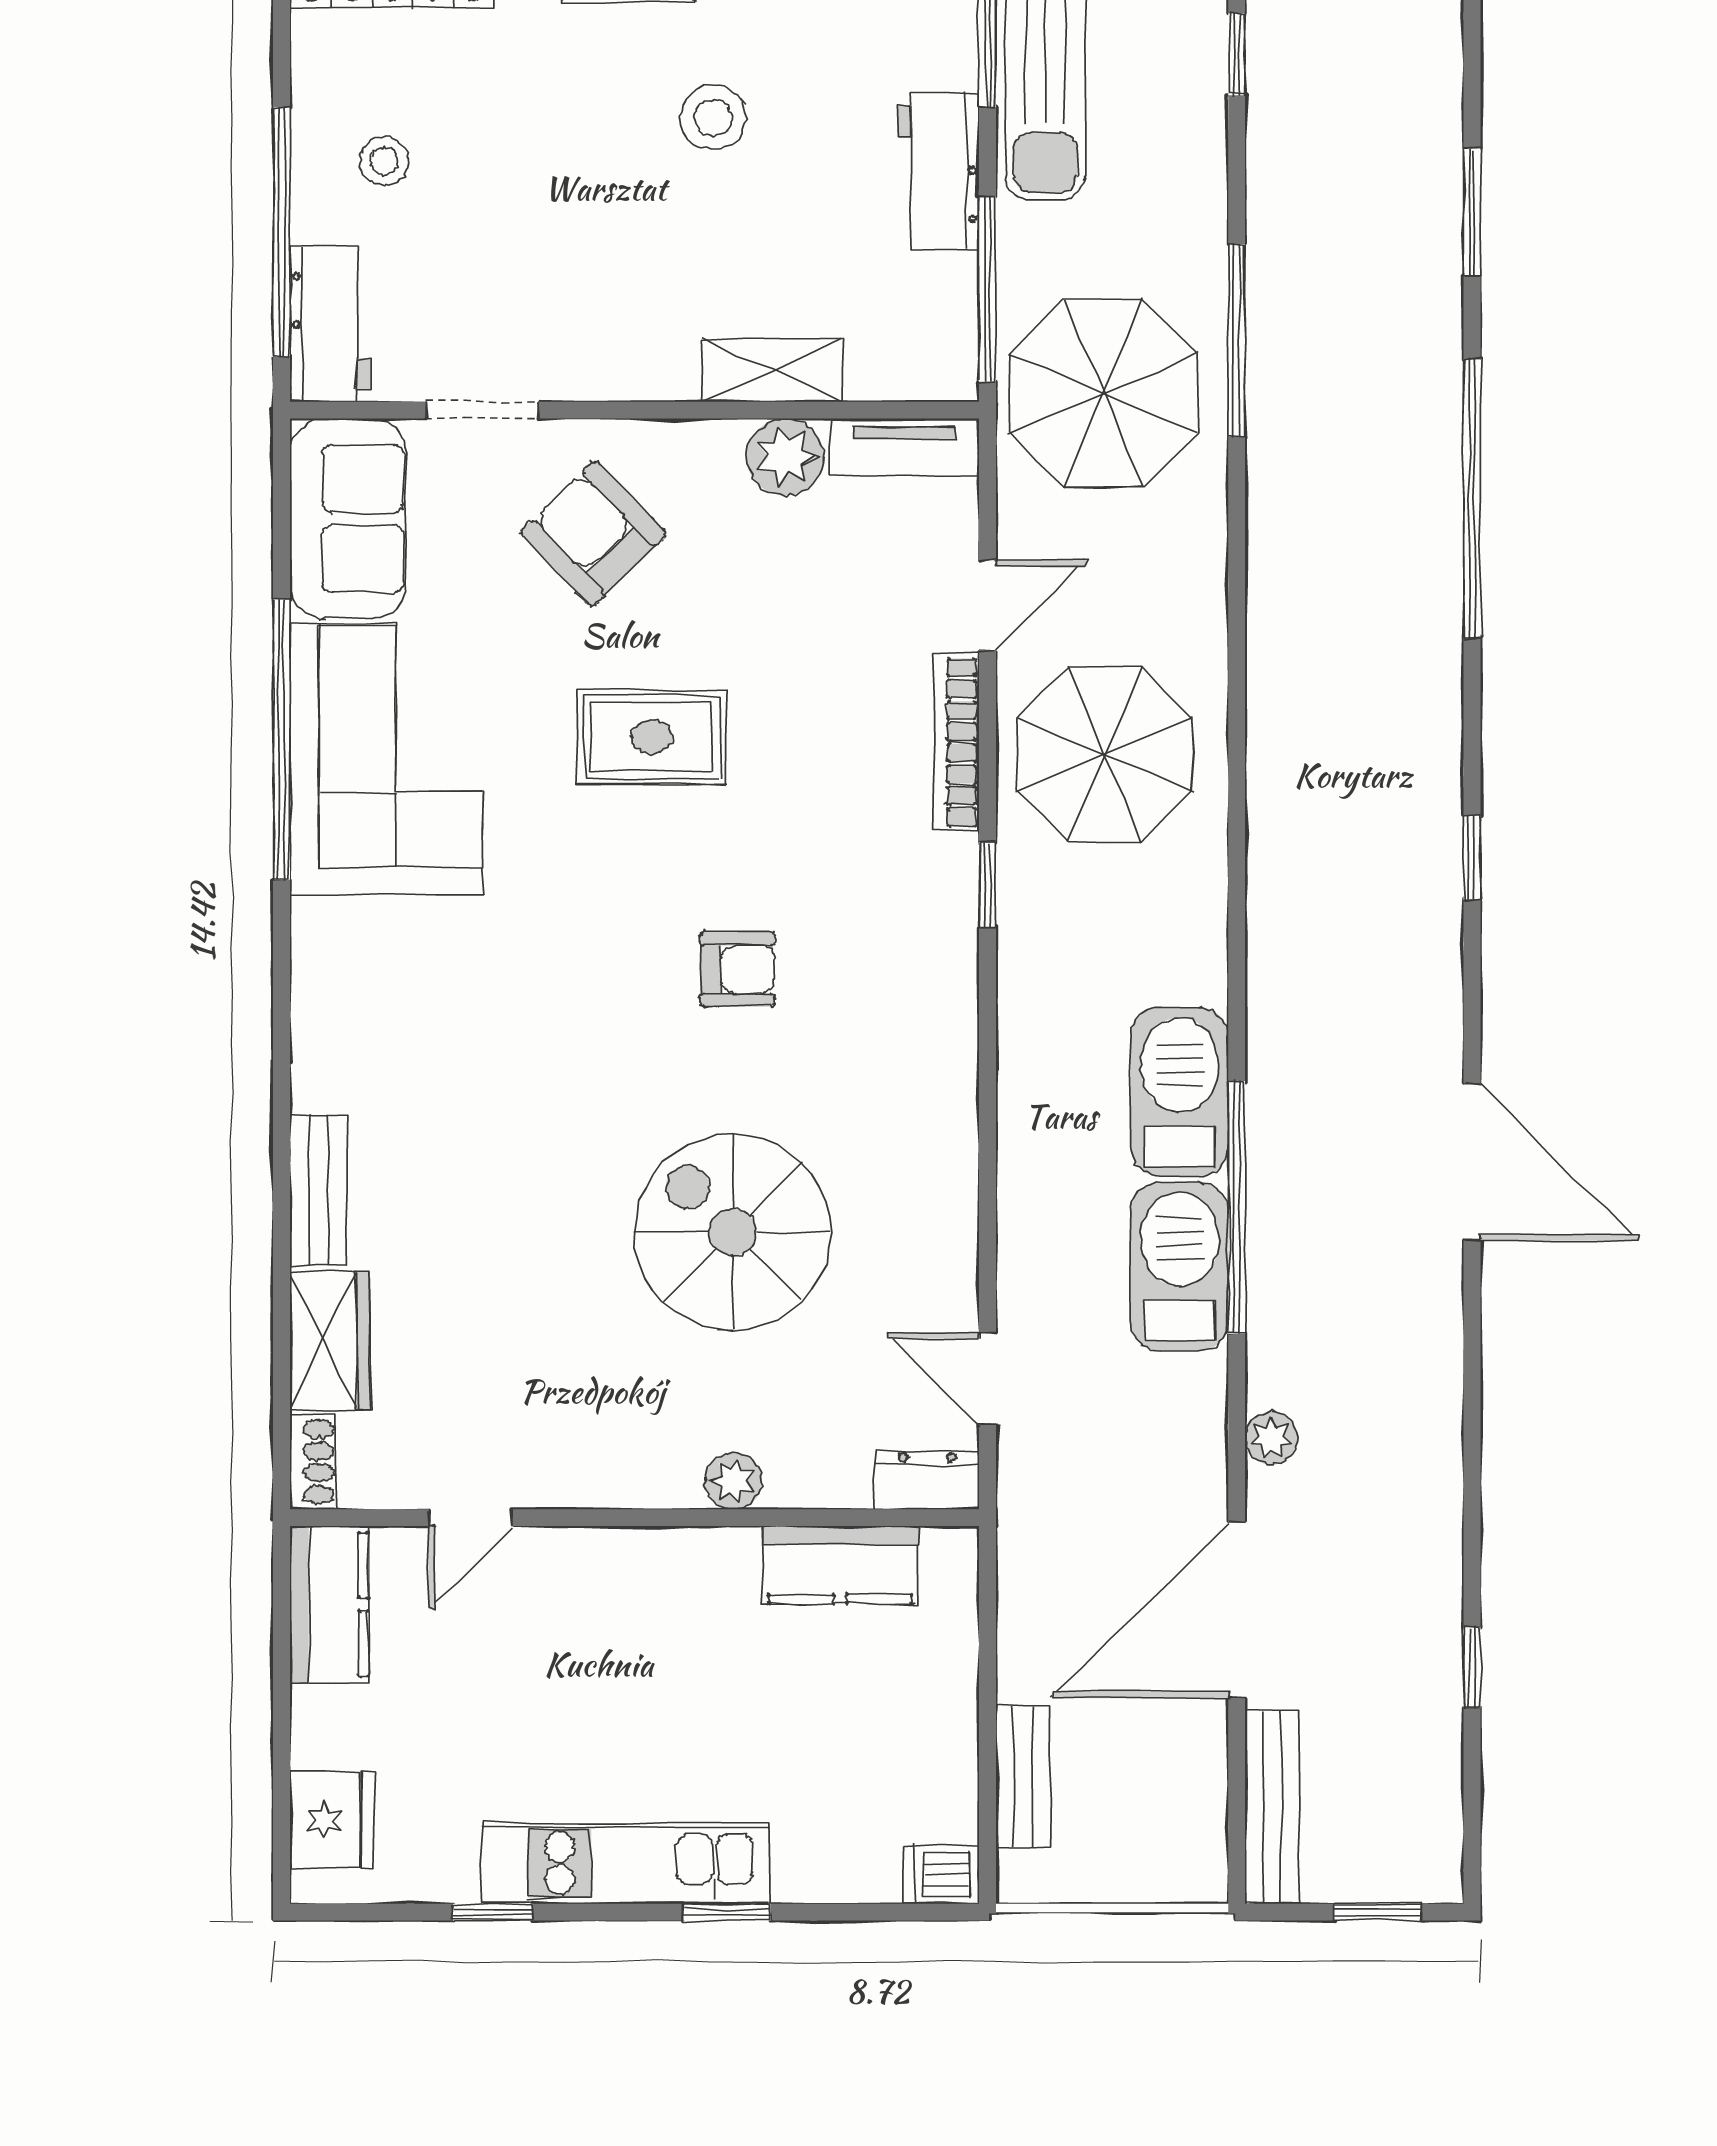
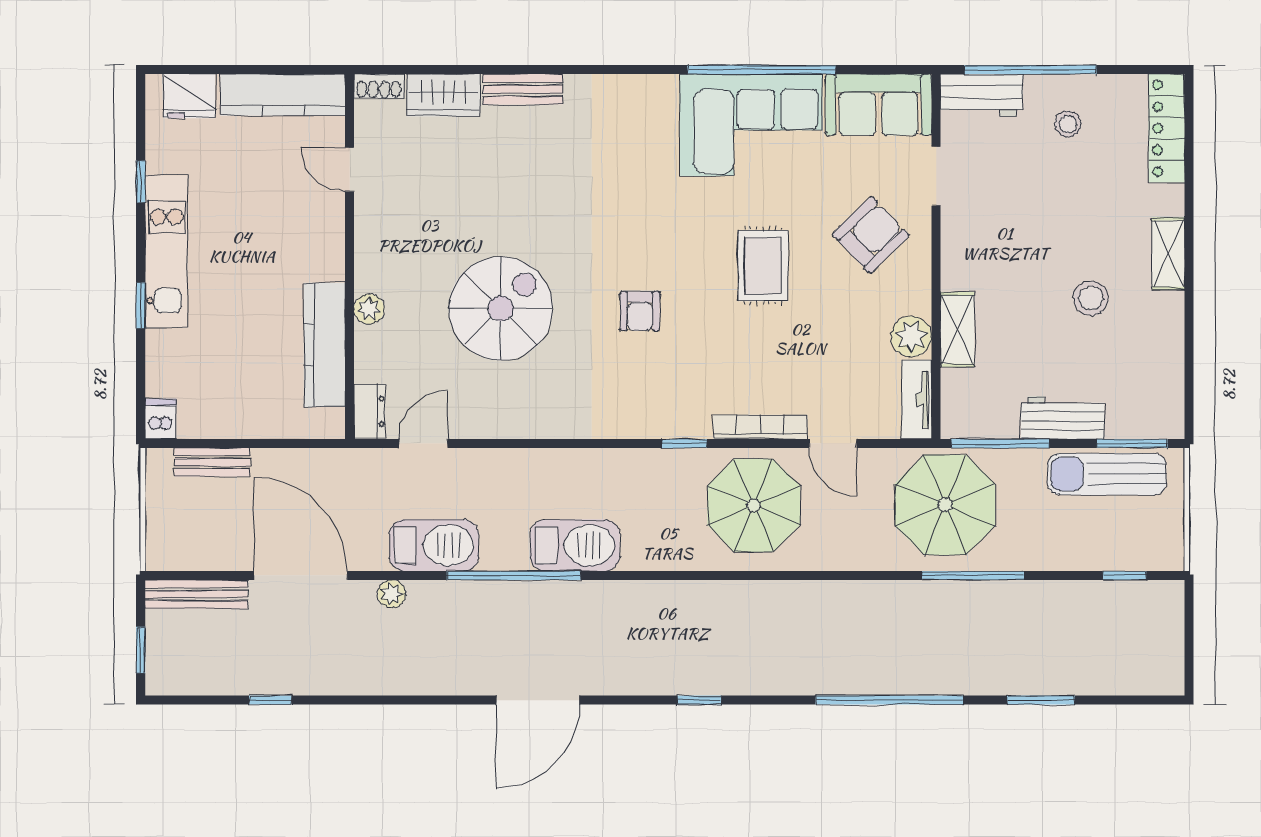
barbecue: (1180, 1266) -> (434, 545), moved
kitchen counter: (840, 1565) -> (325, 345), width x1.50
kitchen counter: (329, 1604) -> (283, 95), width x1.50

